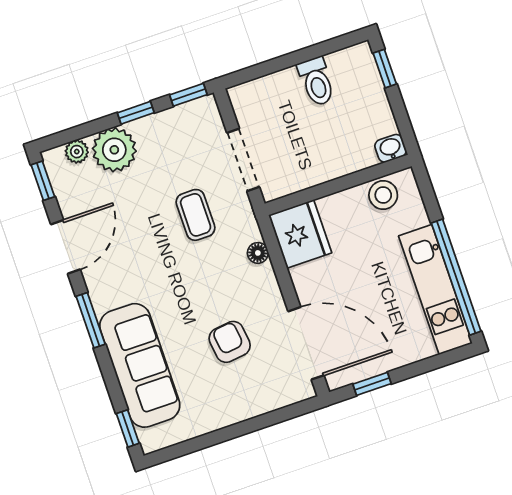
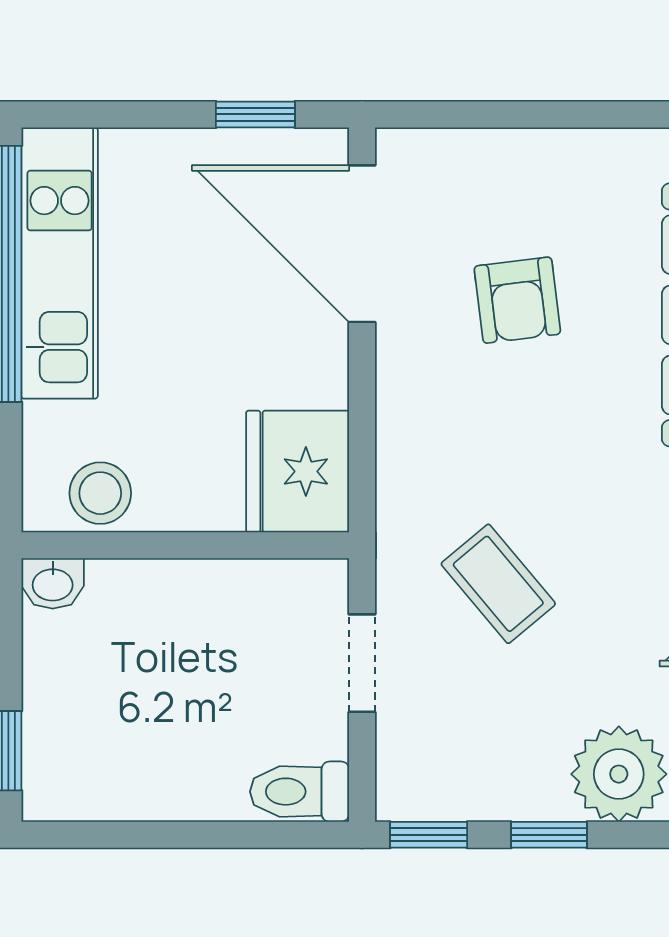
toilet: (316, 82) -> (300, 792), moved, turned -90
doorway: (243, 160) -> (362, 663), width x0.73
coffee table: (196, 215) -> (498, 584), turned -40
floor lamp: (258, 253) -> (397, 462), removed

